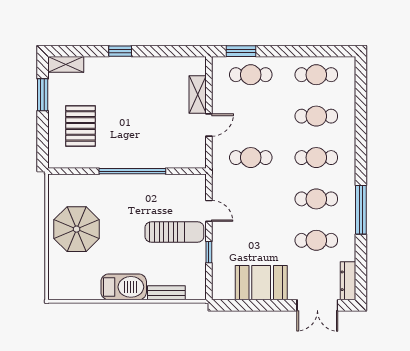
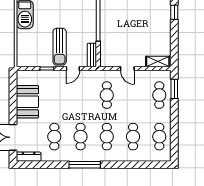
shelving: (198, 95) -> (158, 61), moved
window: (361, 210) -> (85, 165), moved
bench: (166, 293) -> (92, 55), moved

